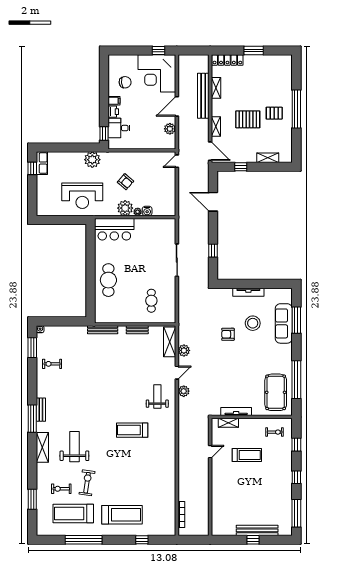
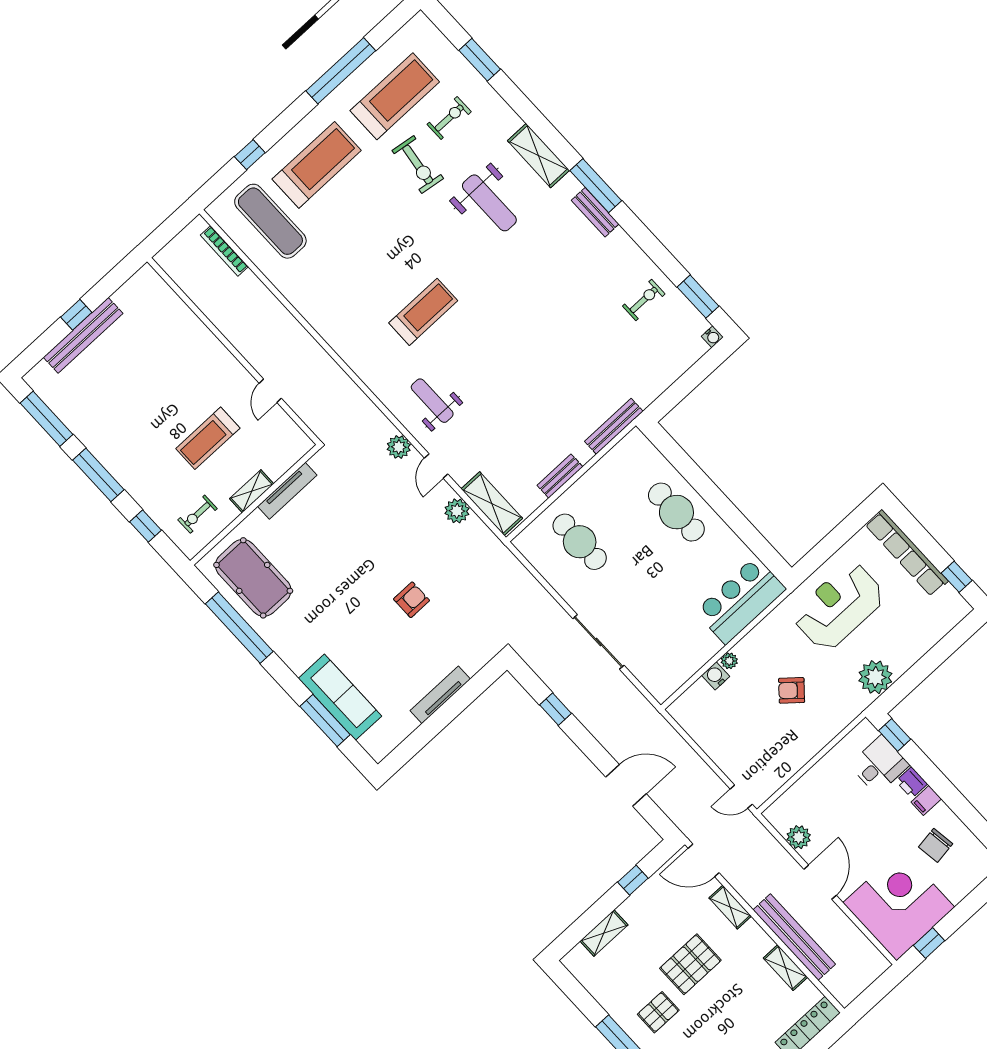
door: (177, 161) -> (741, 797), swing flipped
row of seats: (42, 163) -> (907, 553), moved, width x2.02
plant: (125, 208) -> (754, 649), removed
cafe table: (151, 301) -> (580, 542), width x1.37, depth x1.35
stool: (253, 323) -> (389, 653), removed
weight bench: (157, 396) -> (432, 401), turned 180
shelving: (228, 423) -> (252, 491), moved
window: (296, 477) -> (98, 475), width x2.17
exercise mat: (156, 510) -> (270, 221), added
treadmill: (122, 515) -> (317, 165), turned 180

